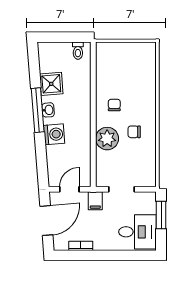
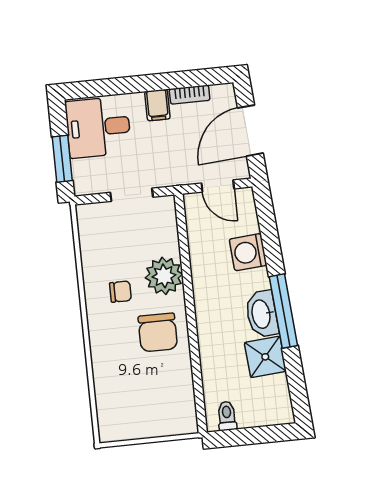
chair: (114, 105) -> (158, 332), width x1.87, depth x1.87
washbasin: (48, 110) -> (262, 314), width x1.91, depth x1.45
washing machine: (54, 134) -> (248, 252), moved
door: (69, 189) -> (218, 186), hinge flipped
filing cabinet: (95, 201) -> (157, 105), moved, turned 180

